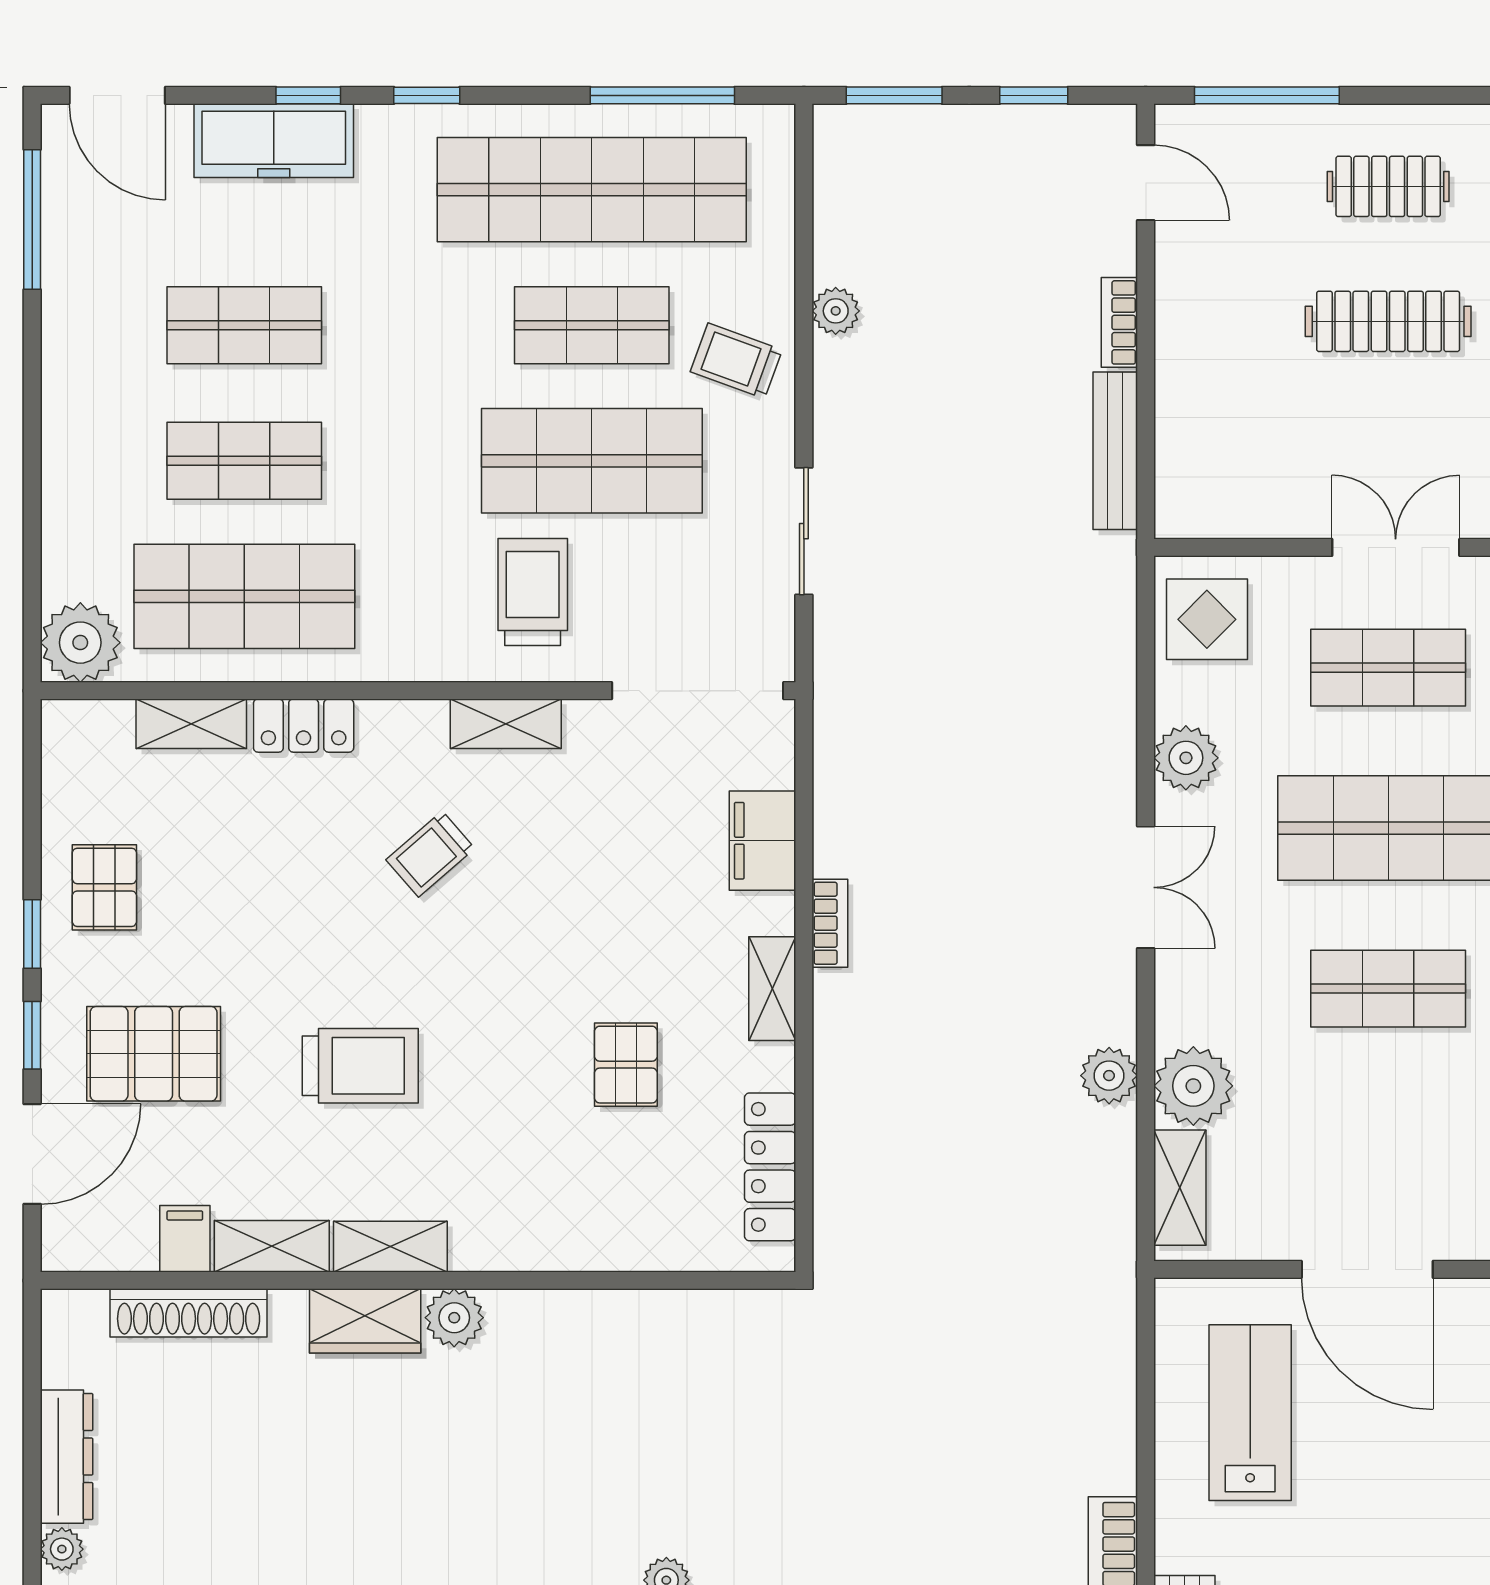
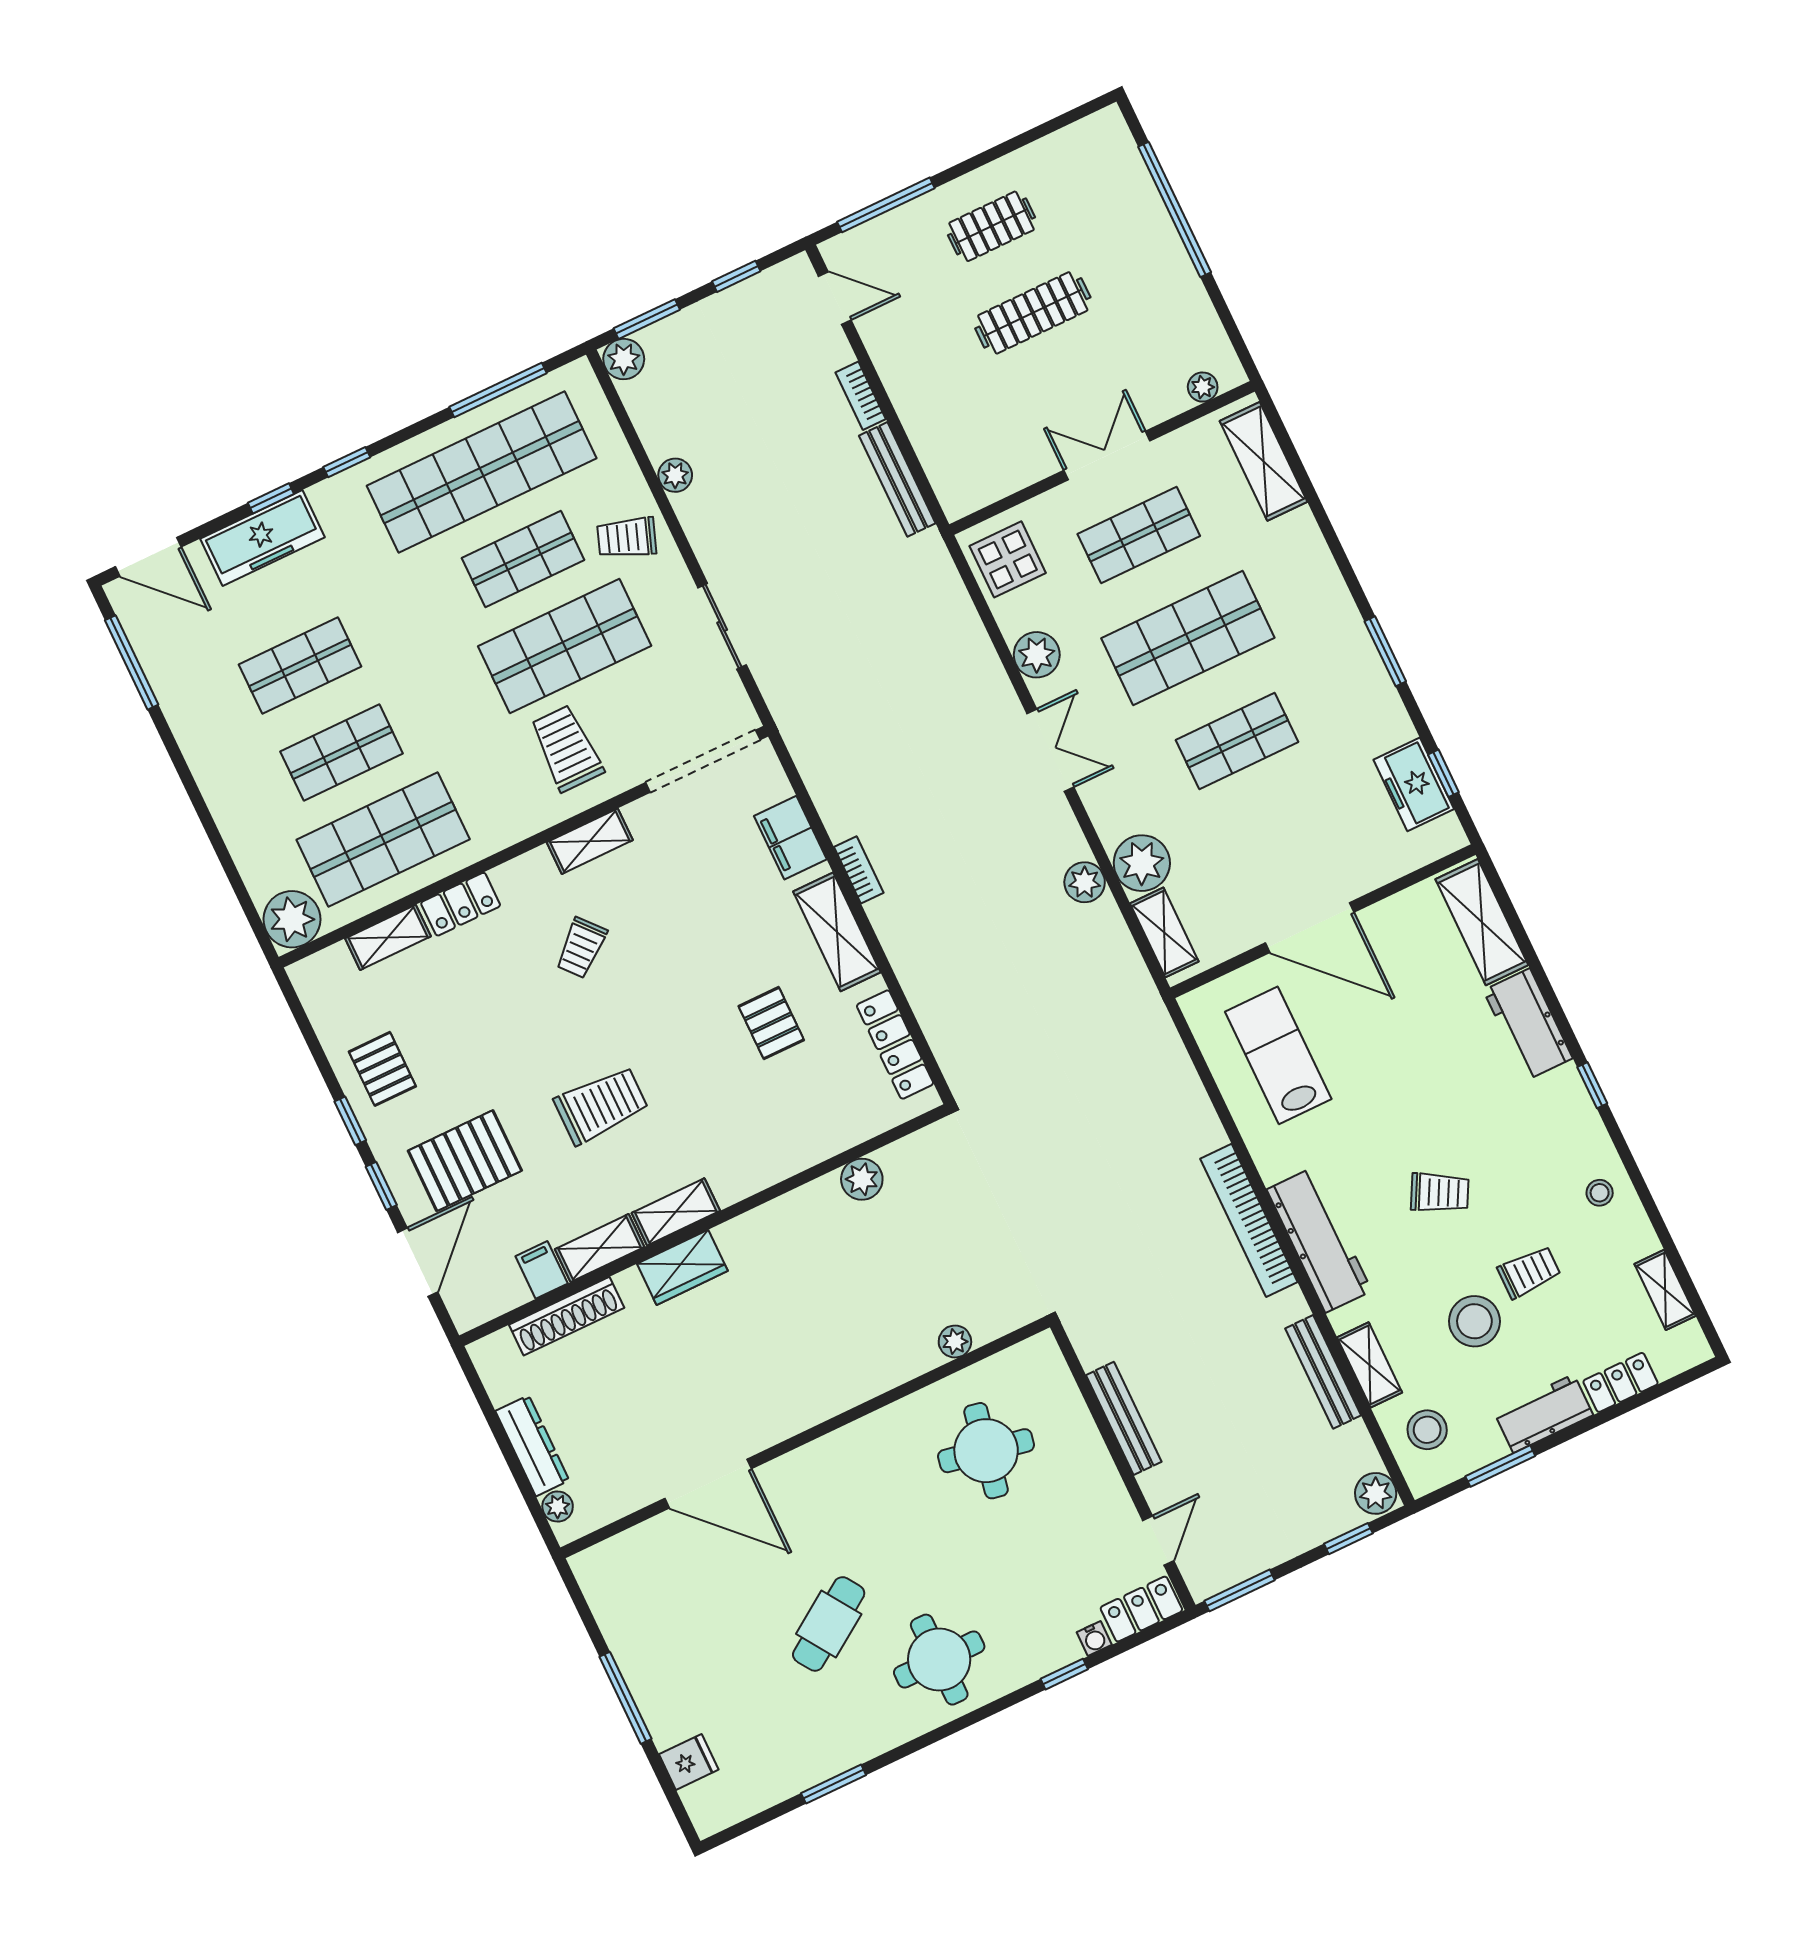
plant: (841, 132) -> (624, 359), added
shelving: (772, 989) -> (837, 932), width x1.50, depth x1.33
plant: (454, 1318) -> (862, 1179), moved

